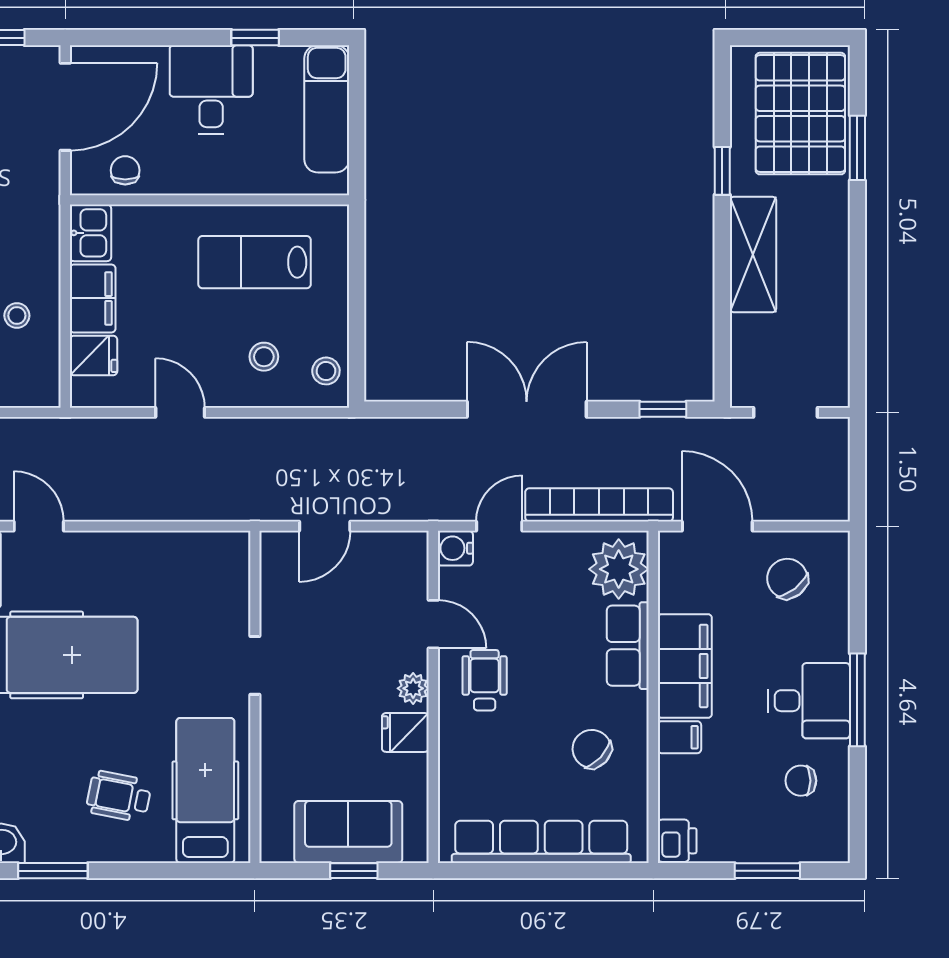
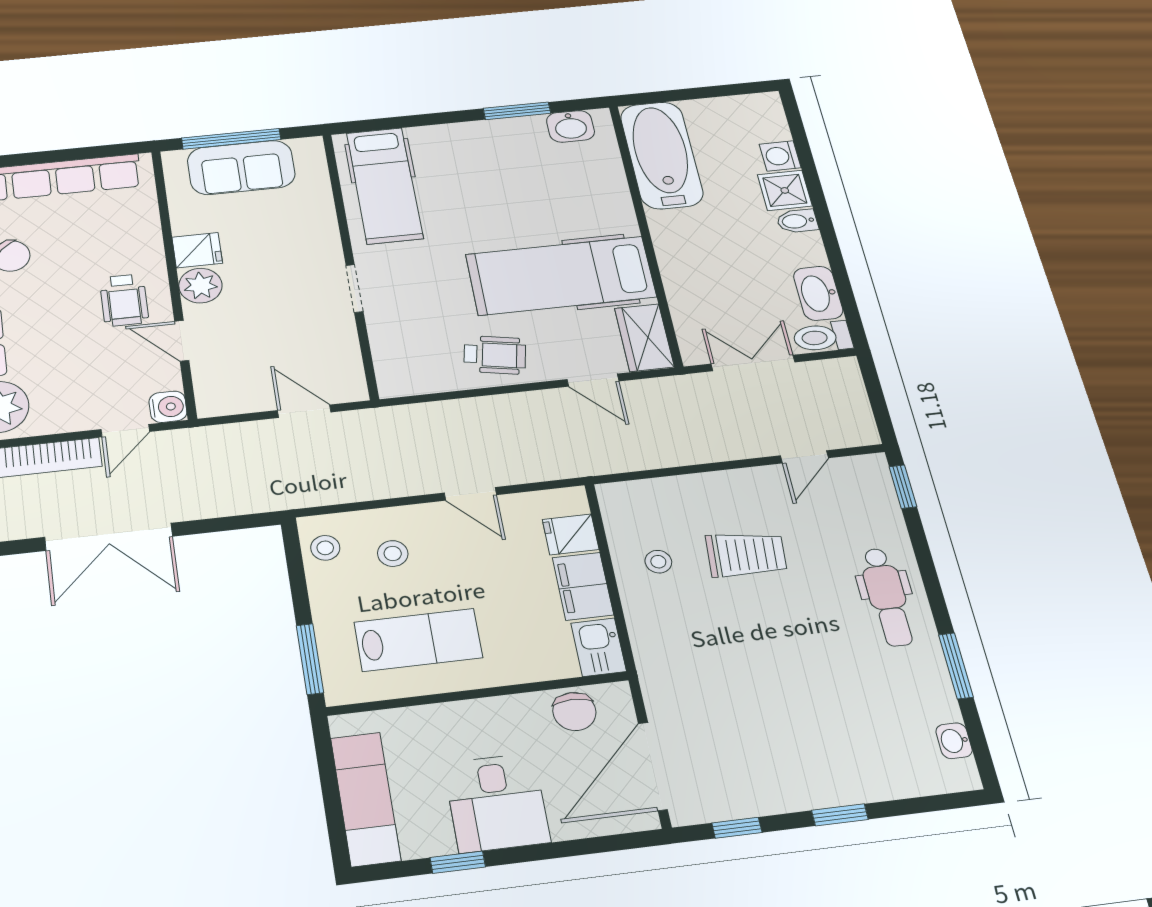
chair: (125, 170) -> (574, 712), width x1.37, depth x1.37
window: (357, 255) -> (310, 659), added
door: (325, 526) -> (304, 411), hinge flipped
plant: (413, 688) -> (200, 286), width x1.38, depth x1.38
wheelchair: (119, 796) -> (495, 355), moved
window: (354, 871) -> (231, 139), width x2.17

